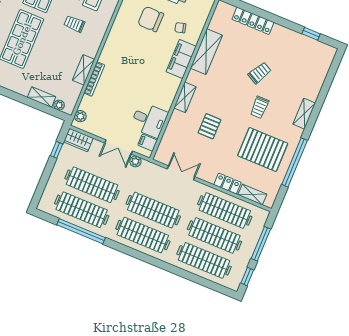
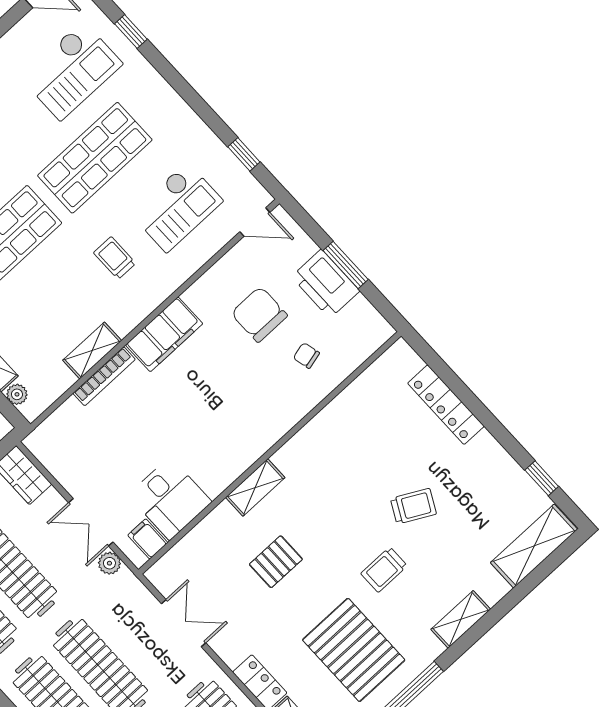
shelving: (206, 52) -> (534, 546), moved
filing cabinet: (181, 59) -> (164, 334), moved, turned 180
plant: (80, 116) -> (47, 433), removed

